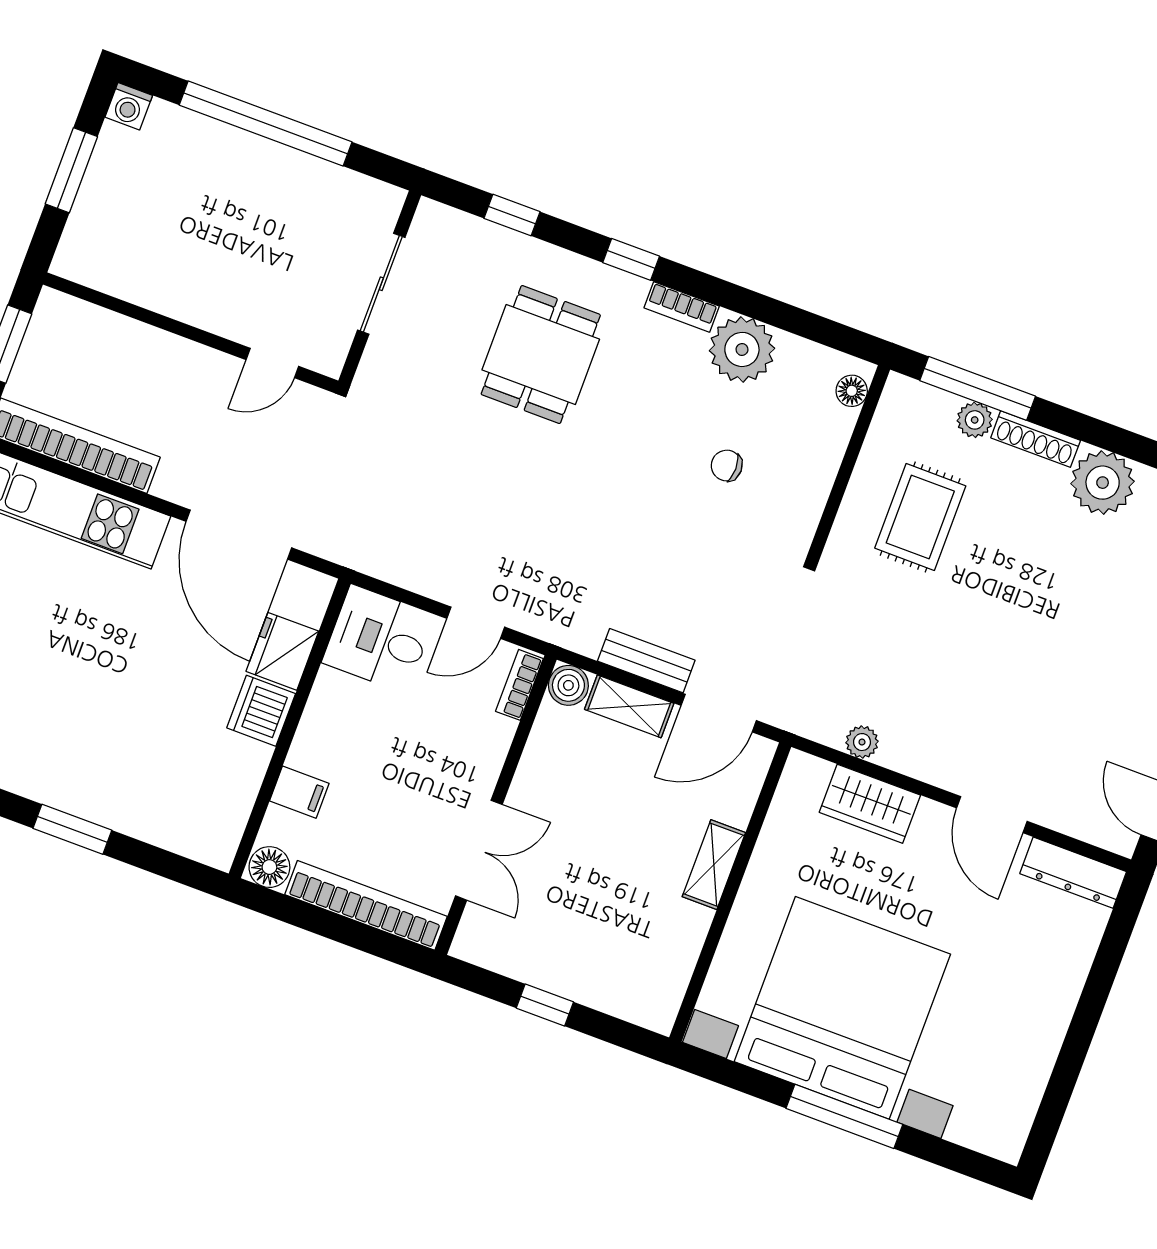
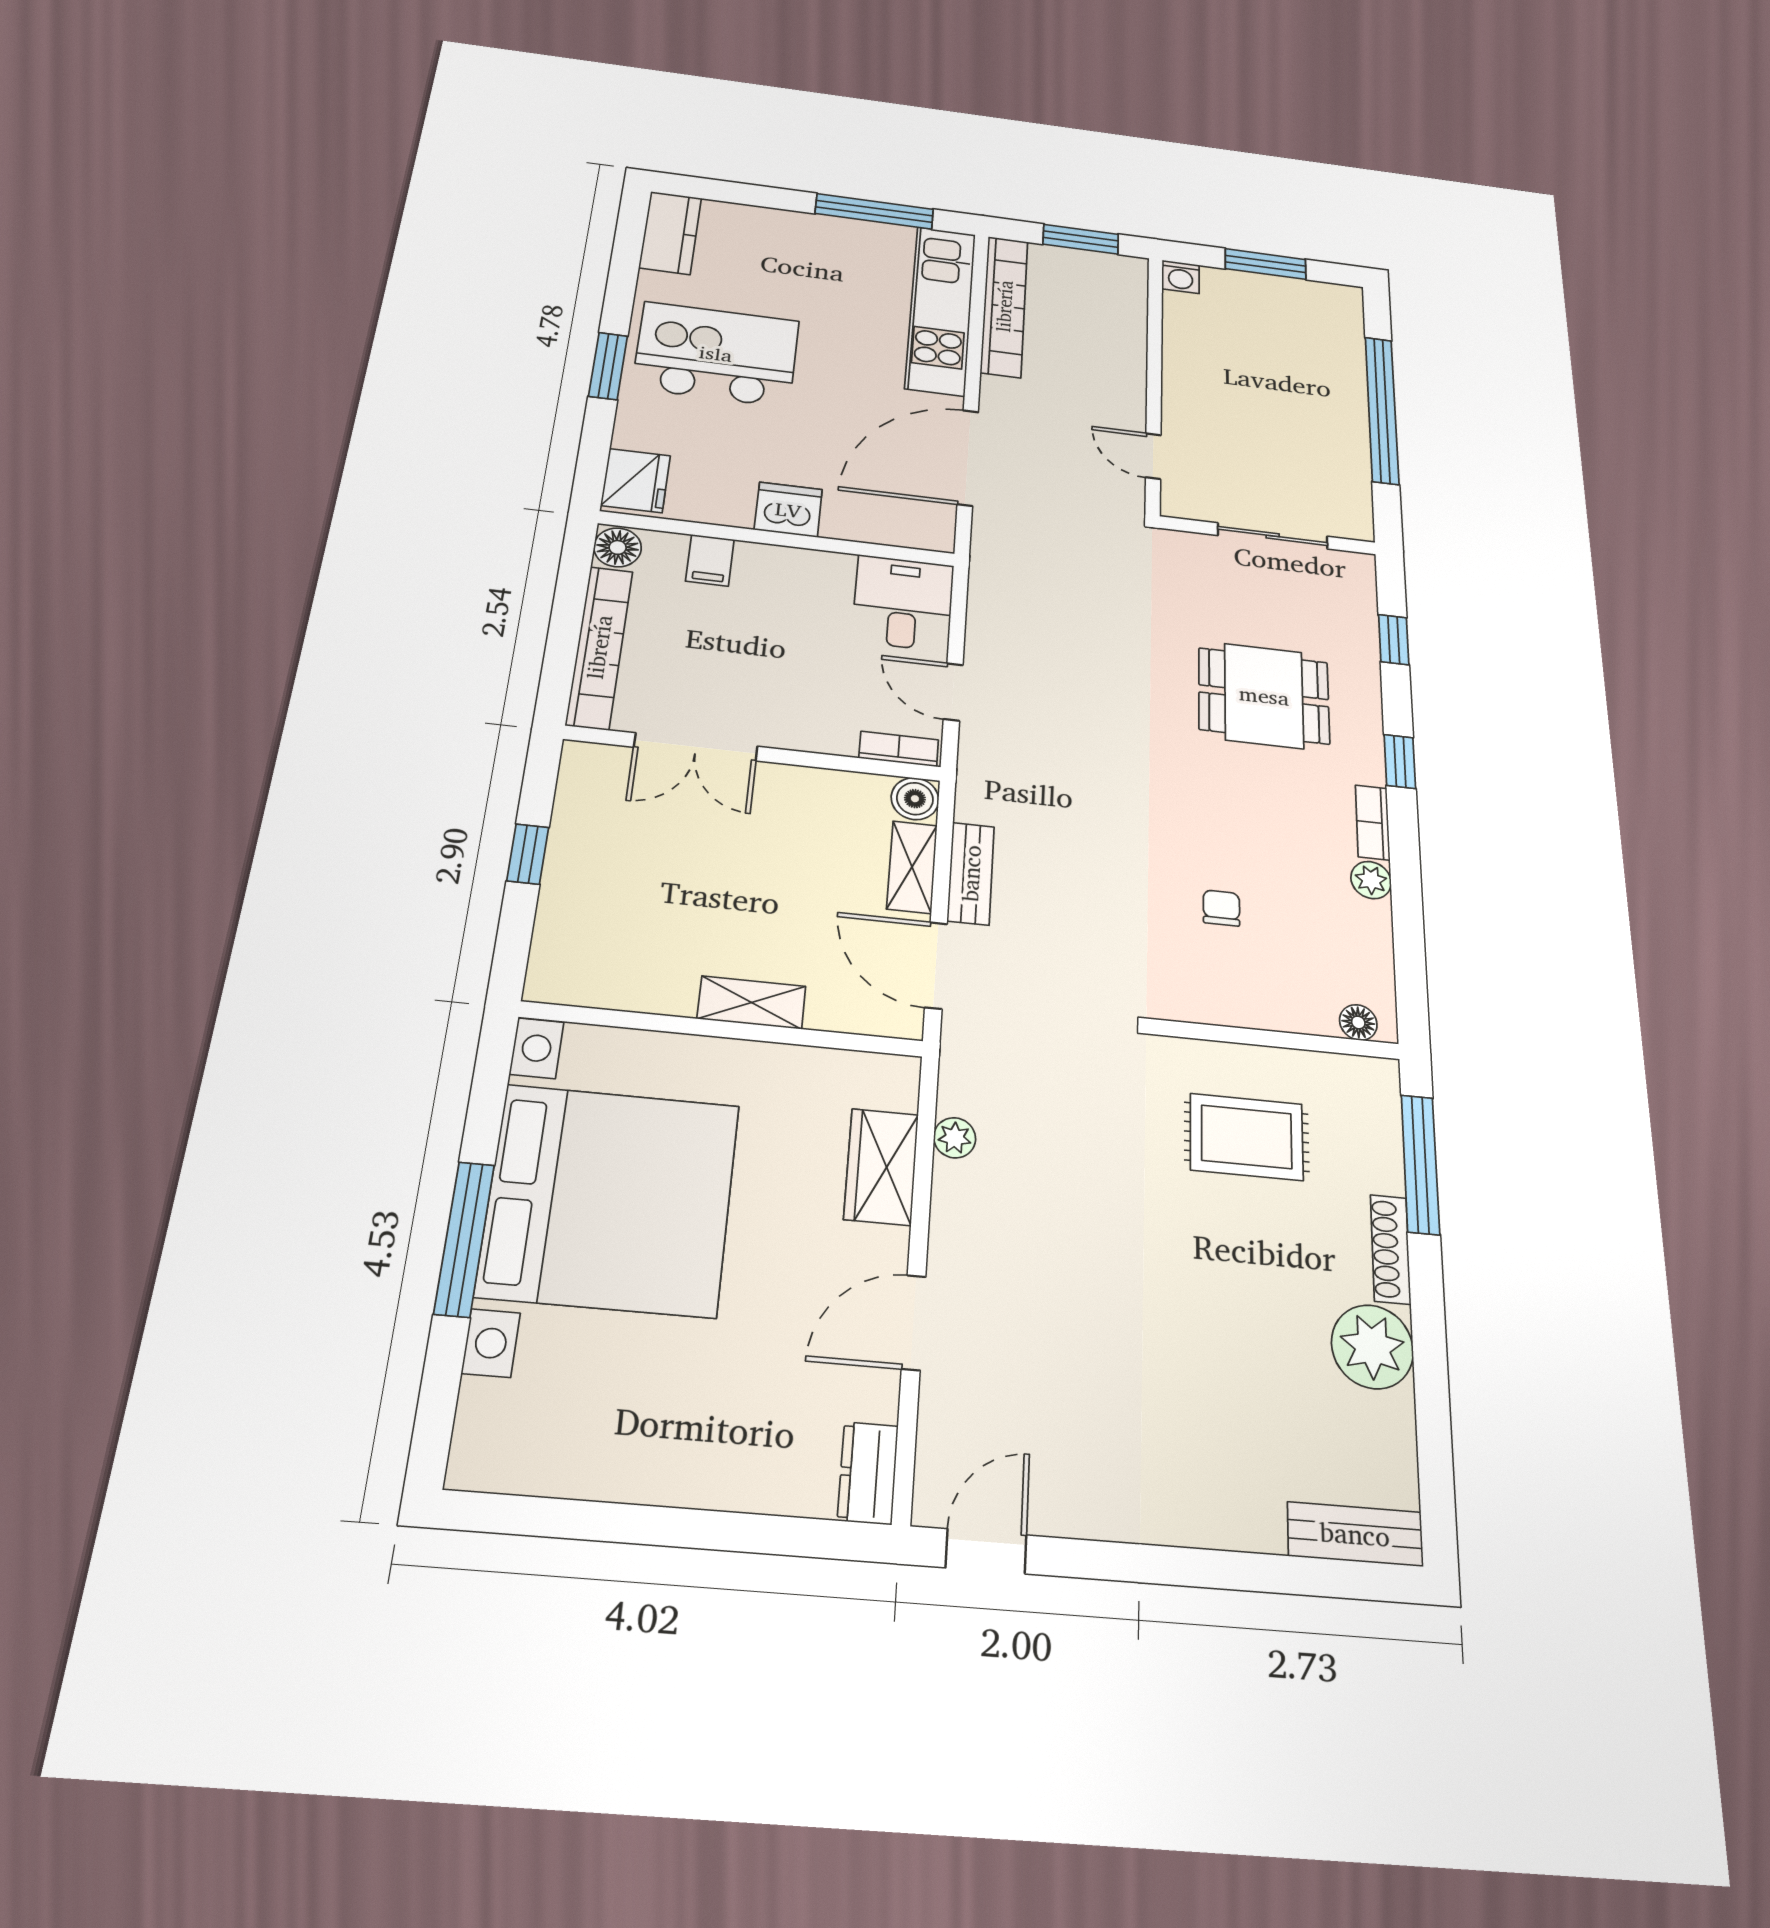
washing machine: (129, 106) -> (1181, 277), moved, turned -90
plant: (742, 349) -> (1371, 880), width x0.53, depth x0.53
plant: (975, 420) -> (1383, 1171), removed
fridge: (282, 651) -> (636, 481), moved, turned 90
kitchen island: (78, 729) -> (716, 354), added
dresser: (1073, 873) -> (868, 1473), width x0.70

